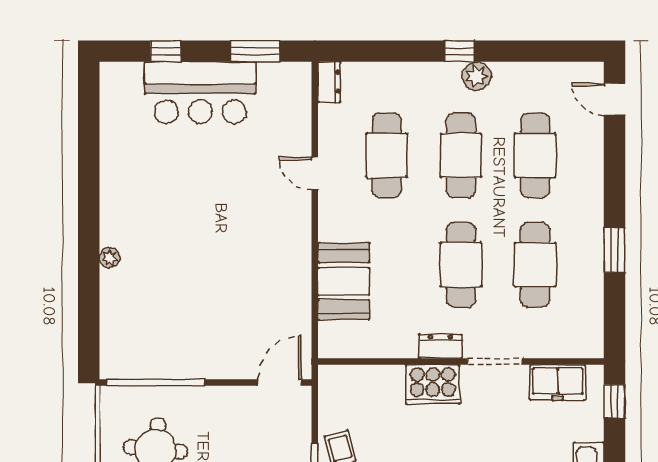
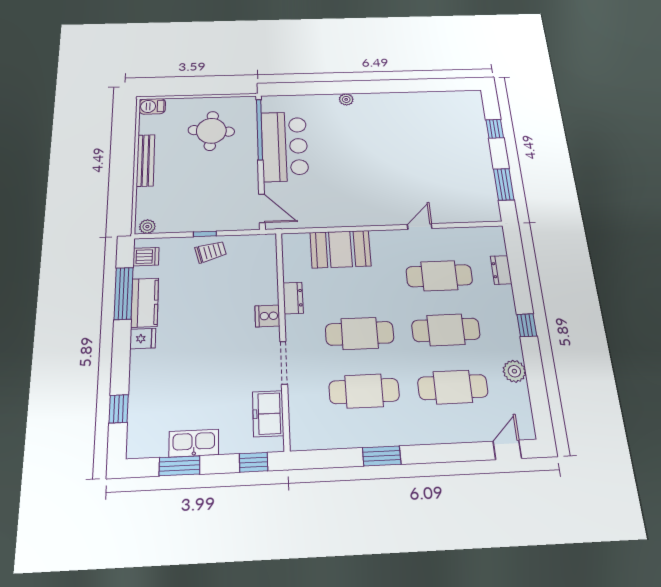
plant: (477, 76) -> (514, 371), moved
dresser: (329, 82) -> (501, 270), moved, turned 90
bar counter: (200, 93) -> (285, 146), moved, turned 180
dresser: (441, 346) -> (293, 298), moved
cooker: (433, 384) -> (267, 316), width x0.53, depth x0.76

